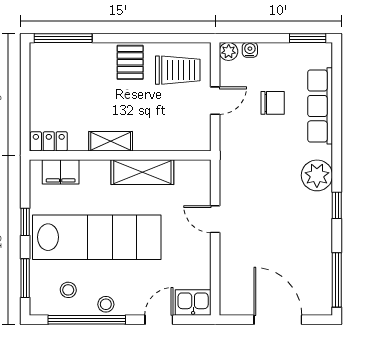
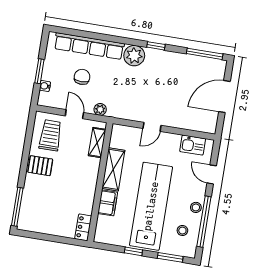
window: (308, 38) -> (39, 71), moved
plant: (229, 51) -> (100, 109), moved
row of seats: (320, 106) -> (89, 46), width x1.36
shelving: (111, 141) -> (97, 143), moved
filing cabinet: (61, 172) -> (108, 203), moved
kitchen sink: (193, 303) -> (193, 145), moved, turned -90

